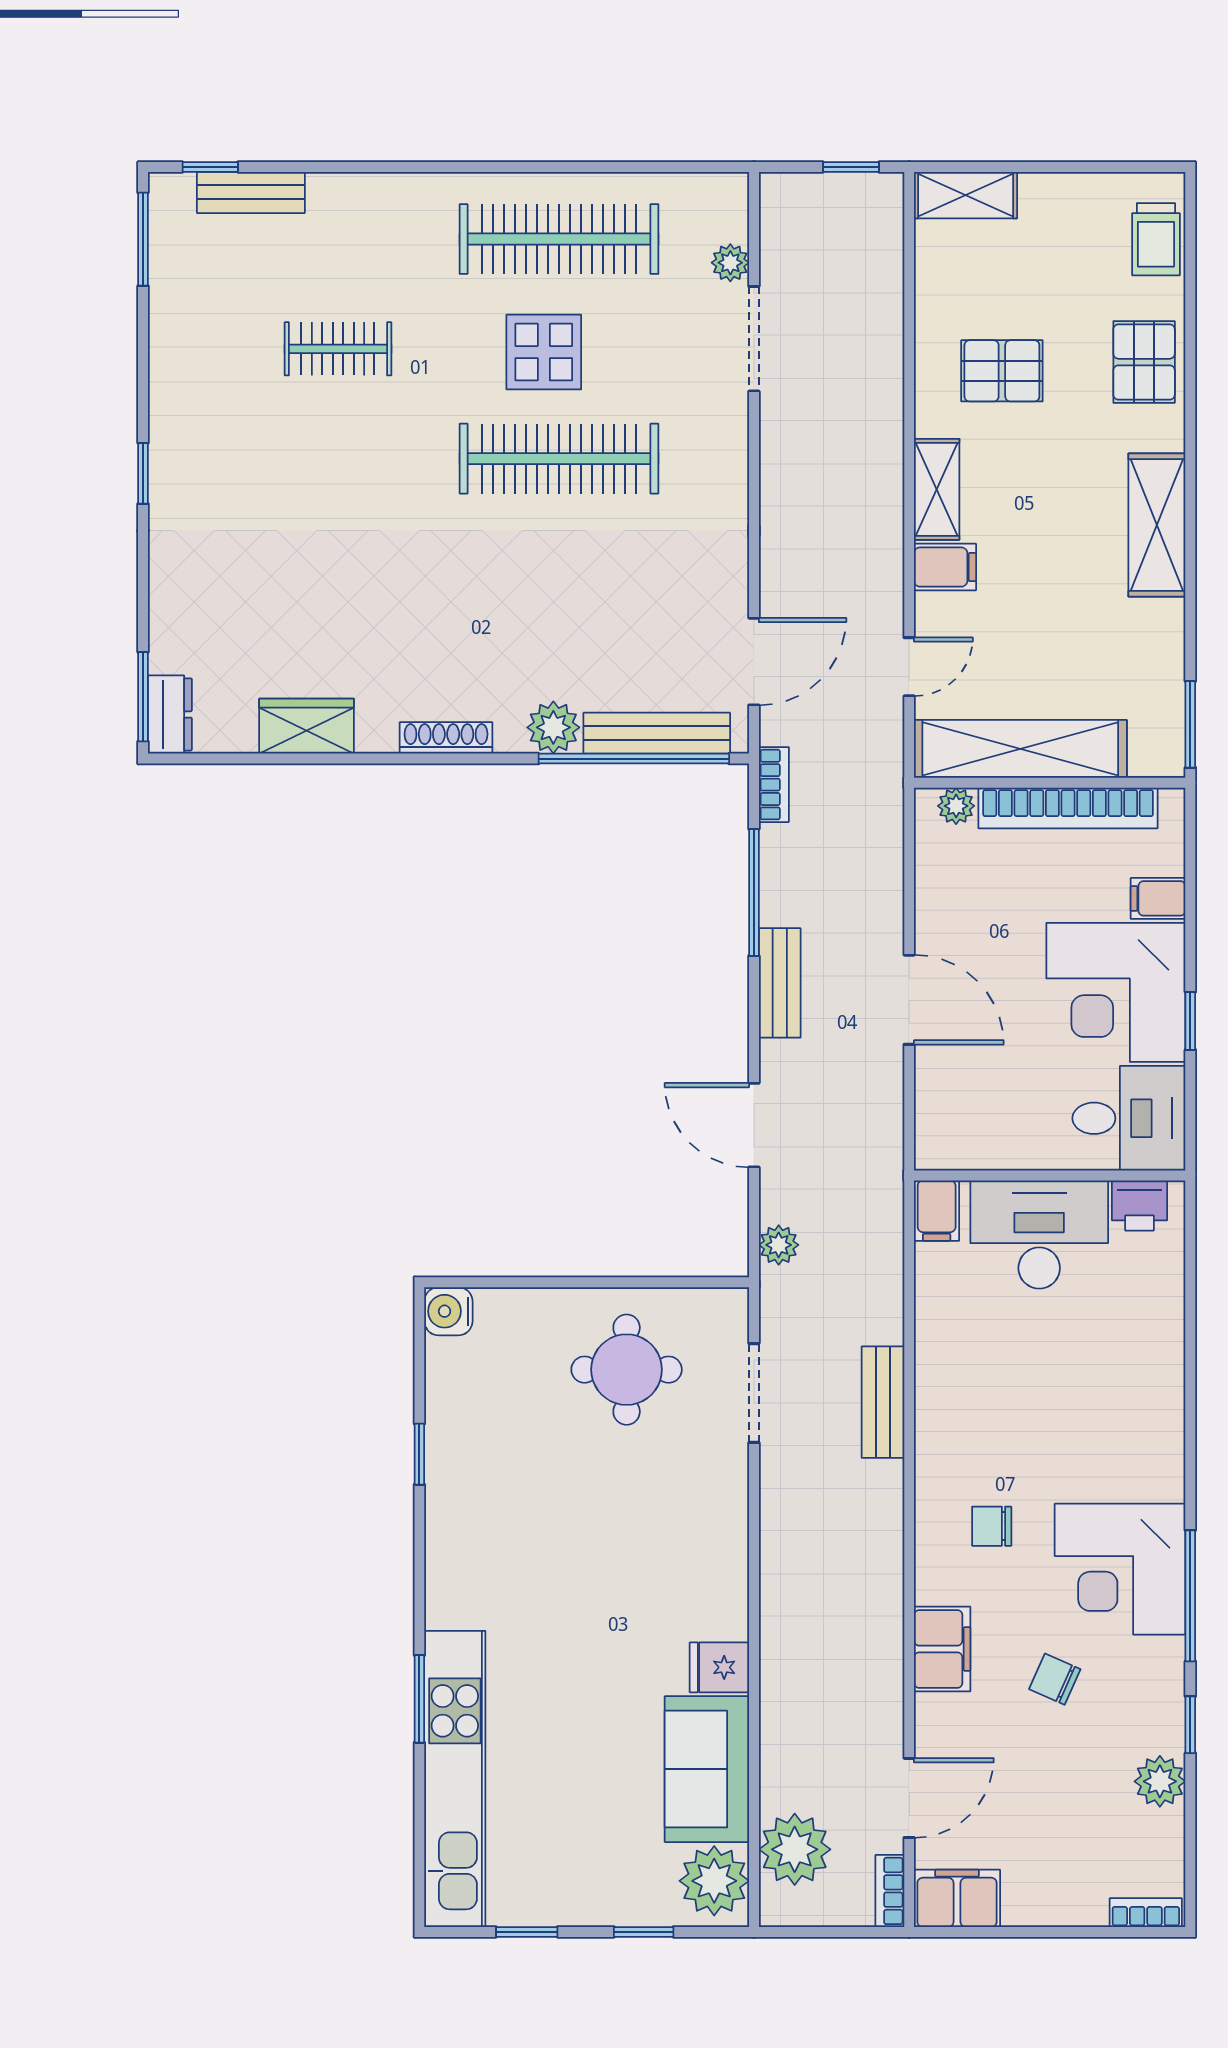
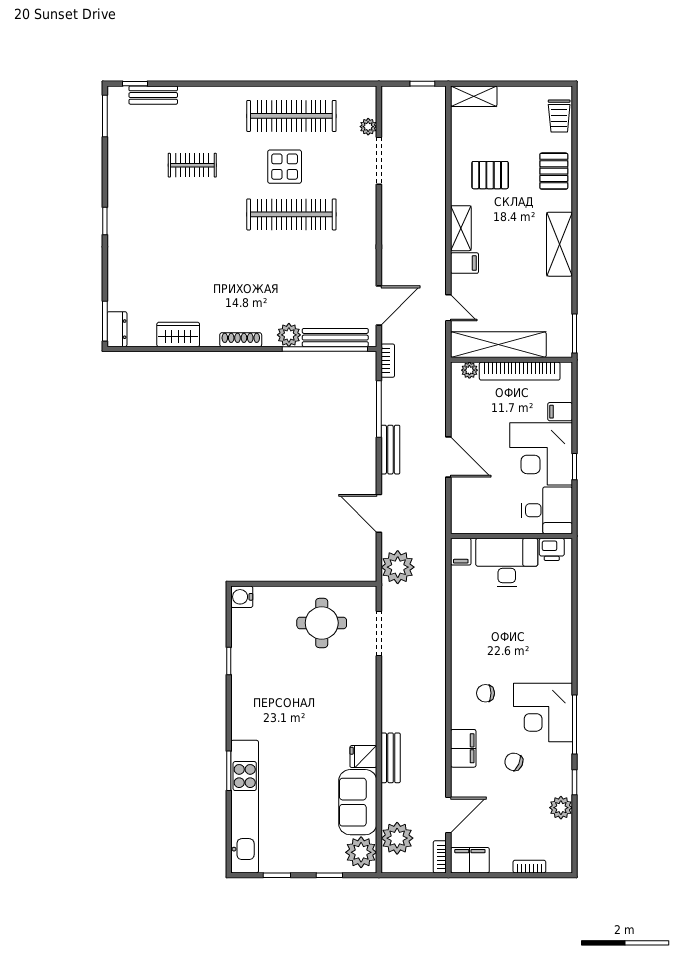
door: (909, 667) -> (448, 308), hinge flipped
plant: (779, 1245) -> (398, 567), width x1.88, depth x1.88
bench: (883, 1402) -> (391, 758), moved
bookcase: (1146, 1913) -> (529, 867), moved

